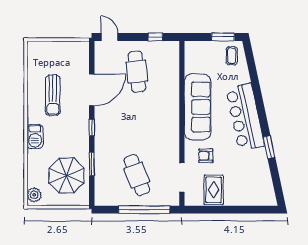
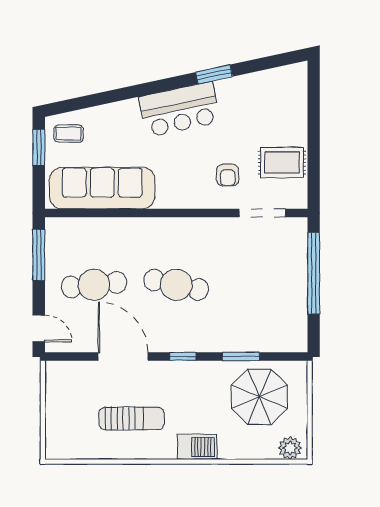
door: (109, 37) -> (39, 328), swing flipped
window: (156, 37) -> (39, 255), width x2.17
sofa: (198, 107) -> (102, 188), moved
bar counter: (245, 117) -> (180, 109), width x0.73
cafe table: (137, 175) -> (176, 285), moved, turned 33

